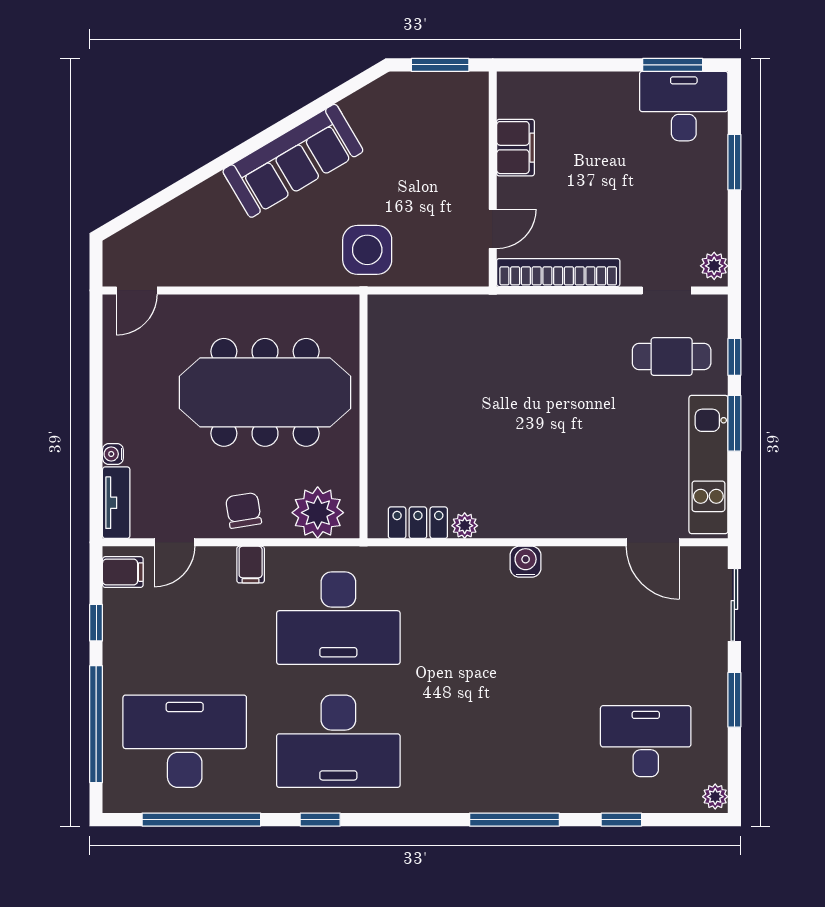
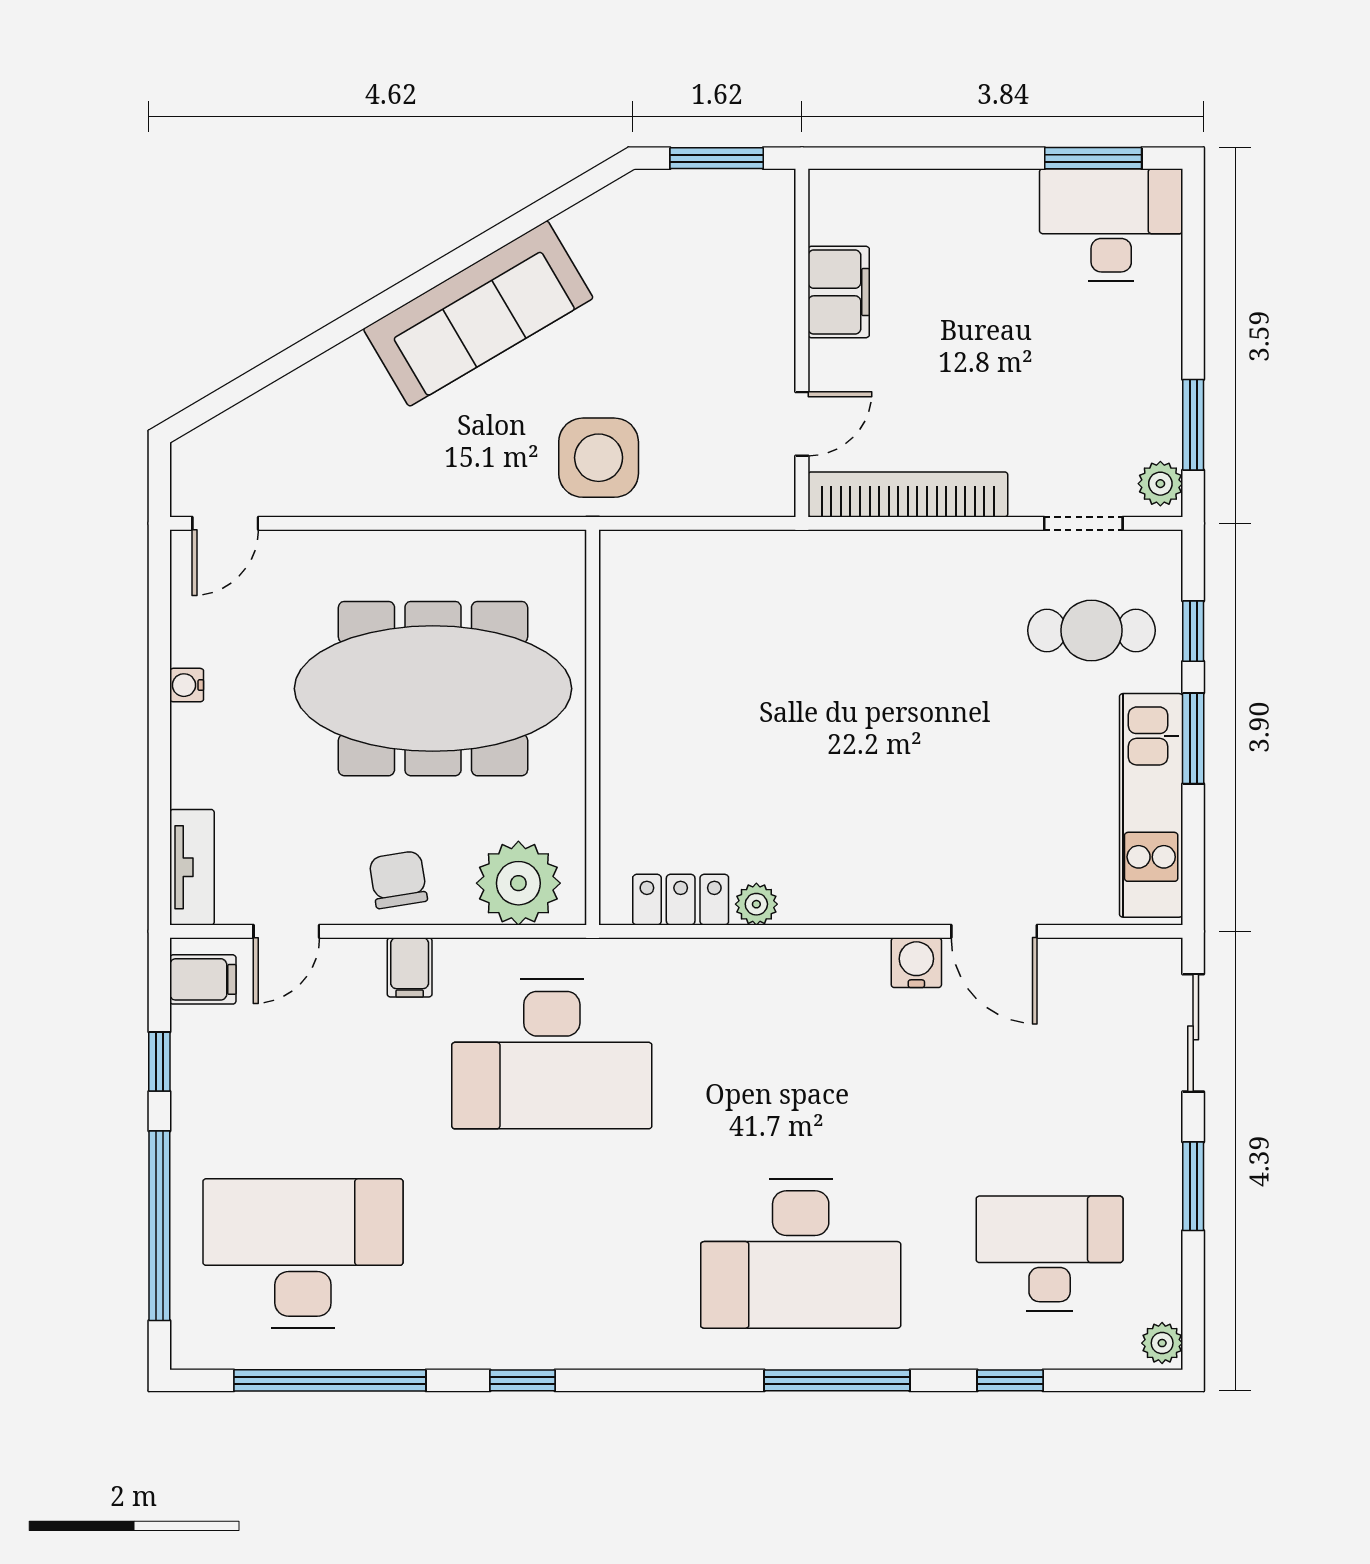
window: (734, 162) -> (1193, 425), moved
water cooler: (113, 454) -> (187, 685), moved
door: (653, 542) -> (994, 931), moved
water cooler: (526, 562) -> (916, 963), moved
desk: (338, 741) -> (801, 1253), moved

